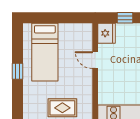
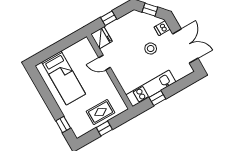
window: (17, 71) -> (63, 124), moved

